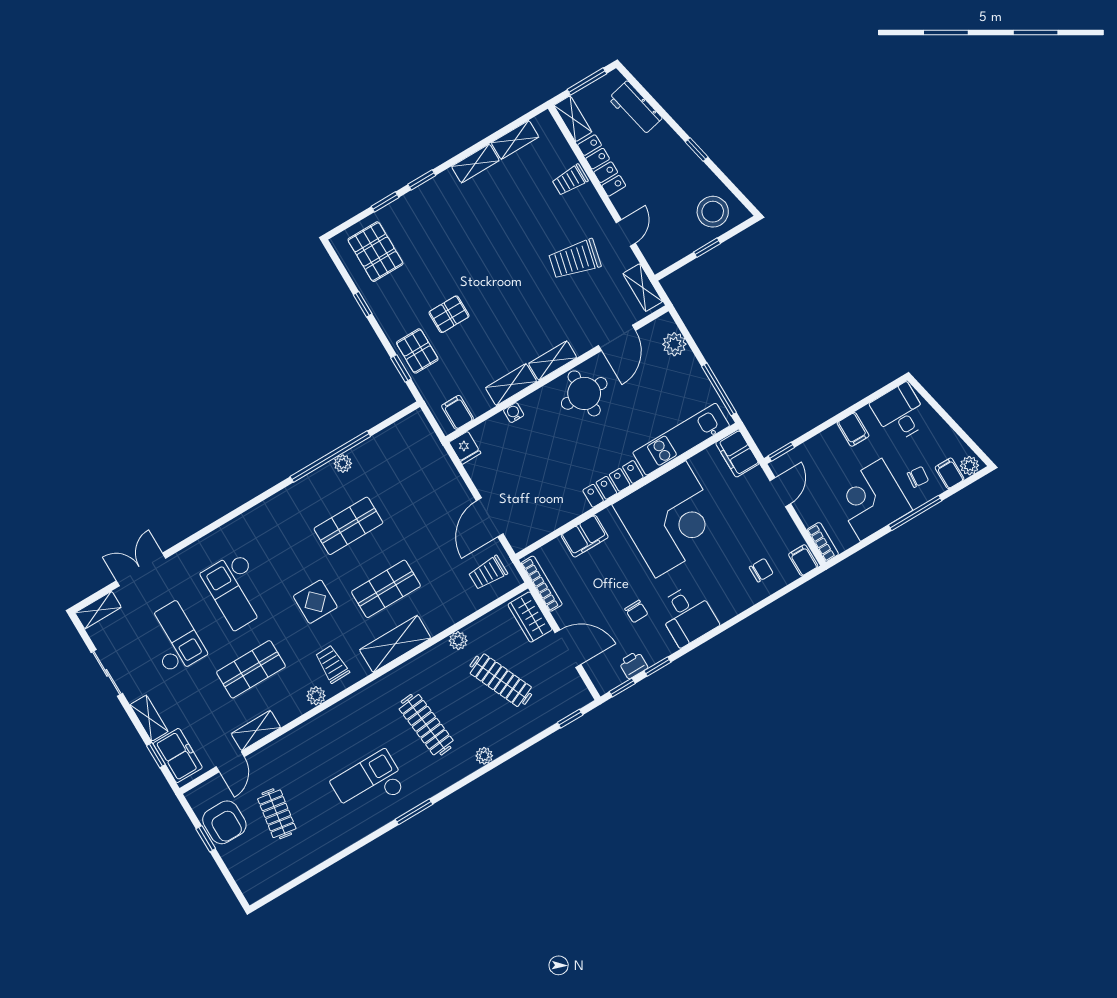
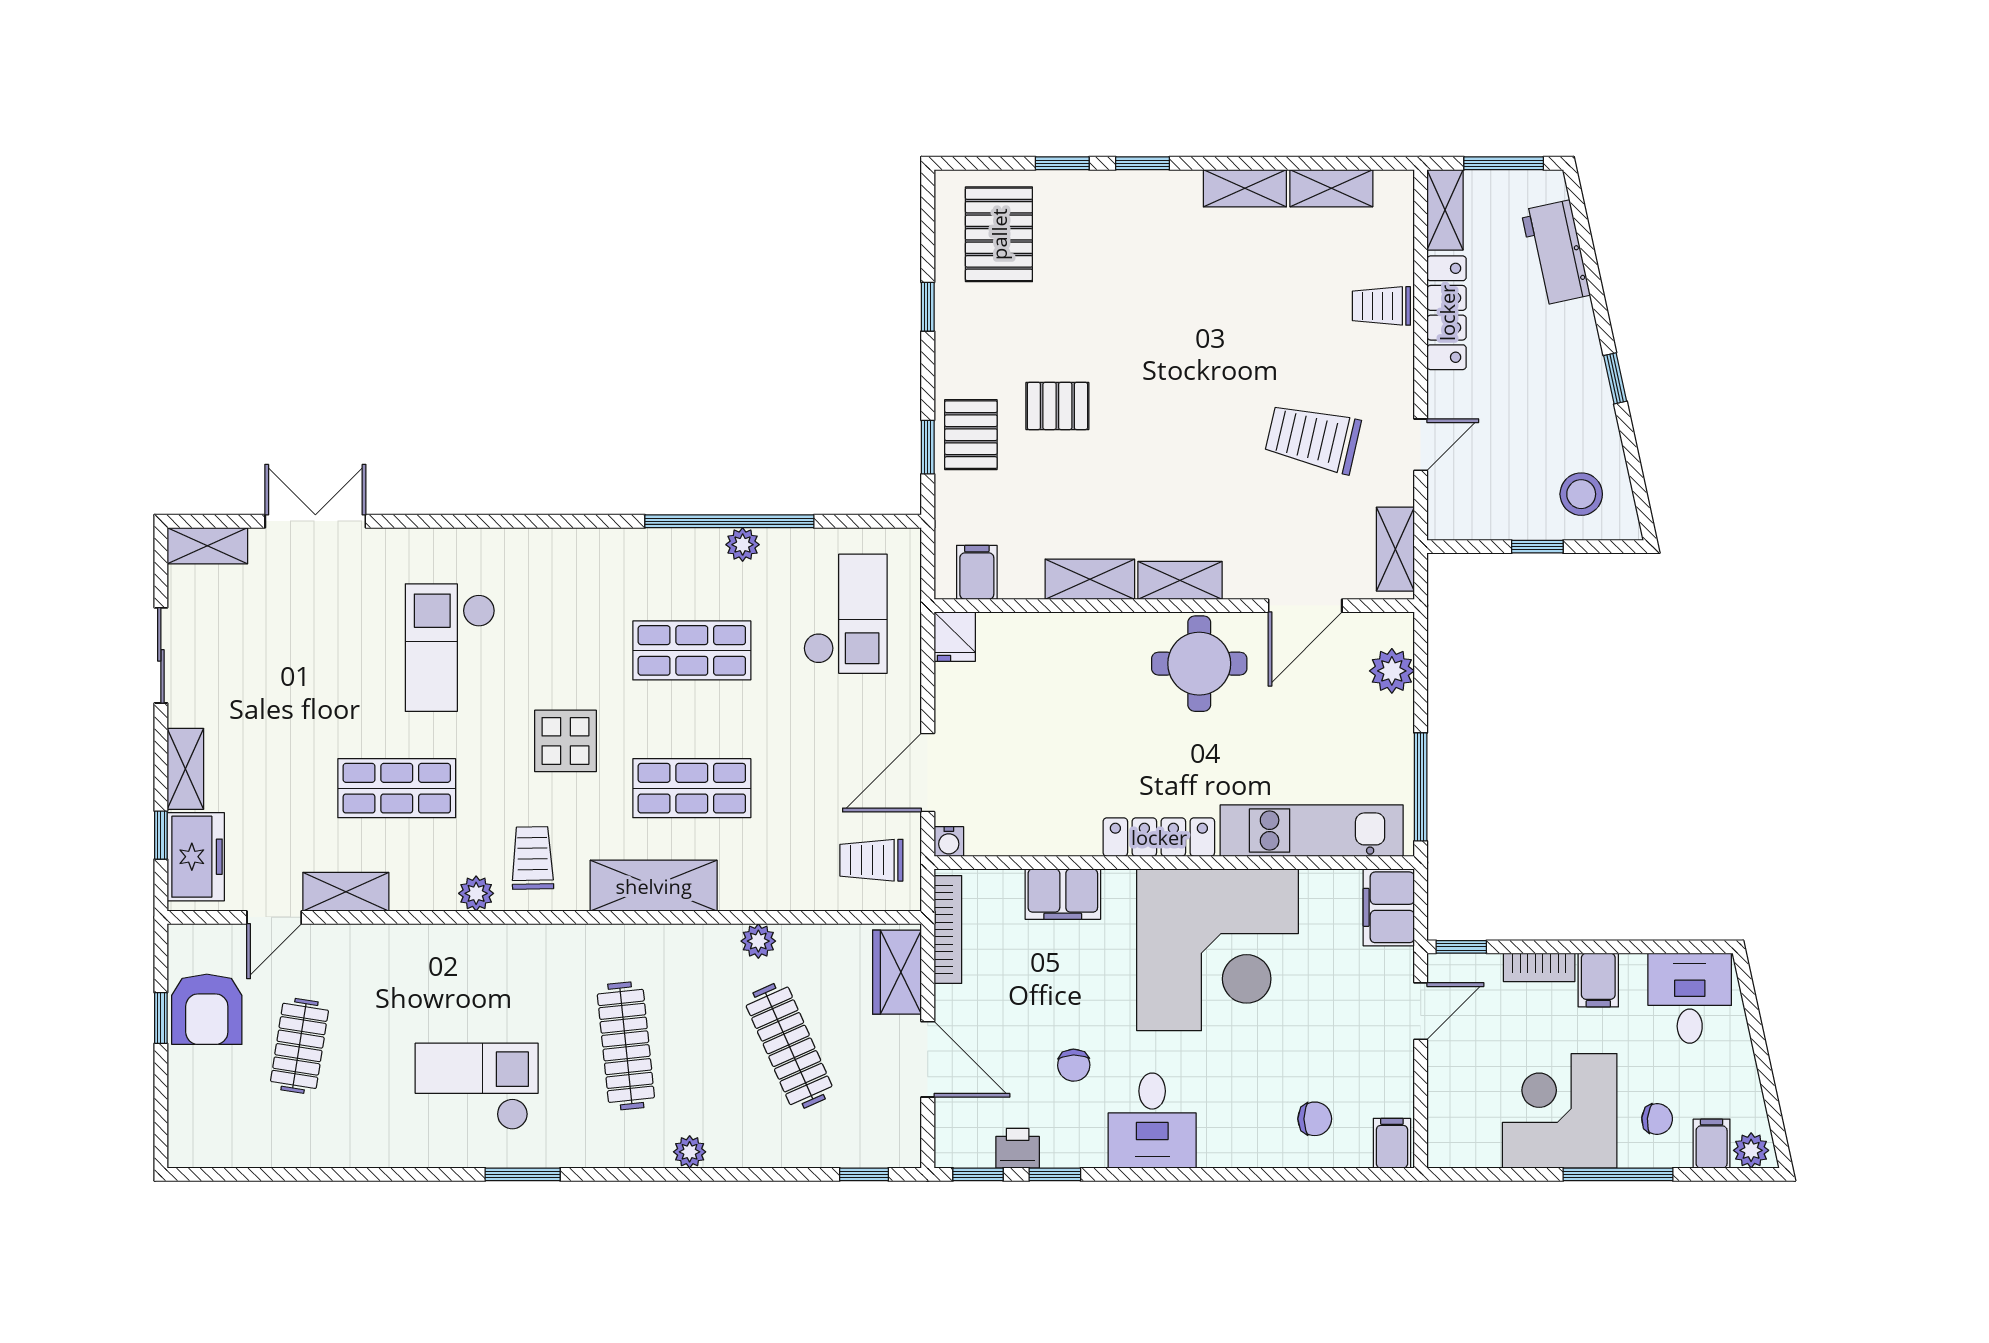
stool: (713, 212) -> (1581, 494), width x0.73, depth x0.73
water cooler: (514, 413) -> (949, 841), moved, turned 180
bookcase: (823, 542) -> (1539, 967), moved, turned 90
checkout: (173, 638) -> (845, 614), moved

